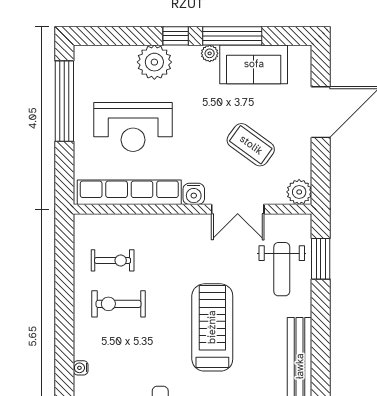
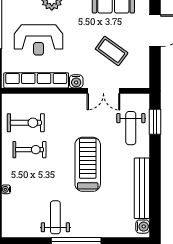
plant: (299, 192) -> (142, 80), removed
exercise bike: (113, 260) -> (26, 123), width x1.38, depth x1.39
exercise bike: (118, 304) -> (29, 150), turned 180

